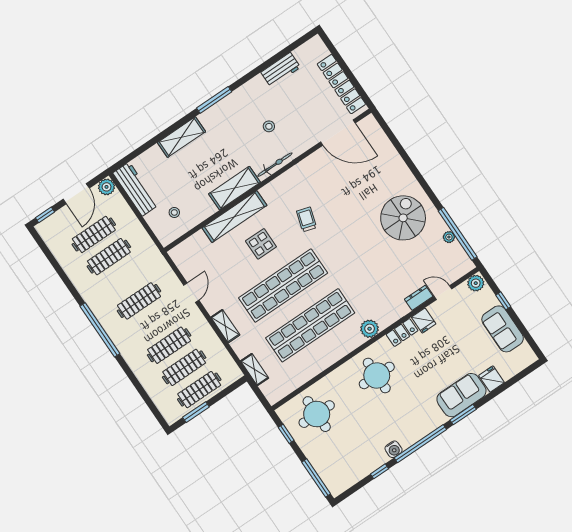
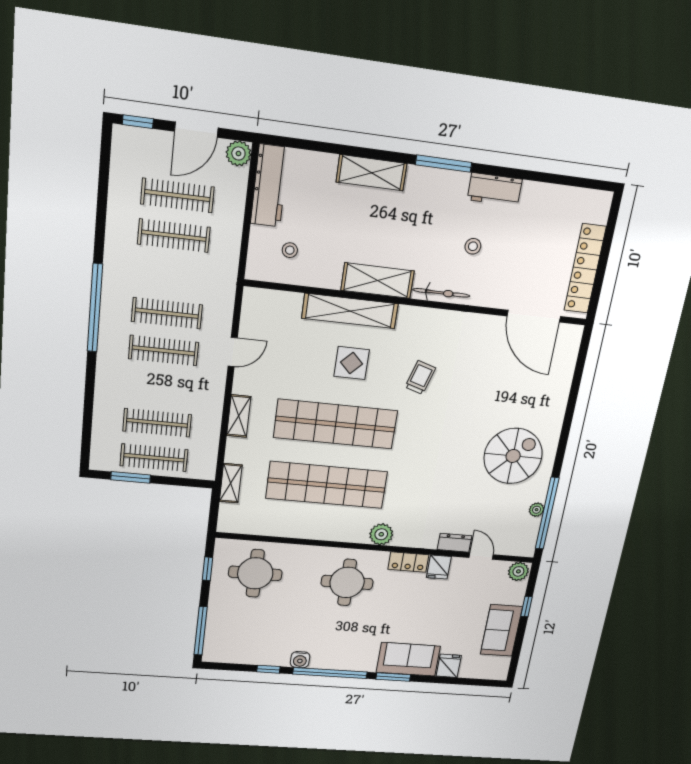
workbench: (281, 70) -> (495, 189), moved
clothes rail: (169, 345) -> (164, 351), moved

